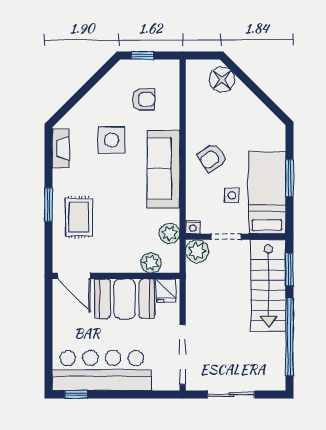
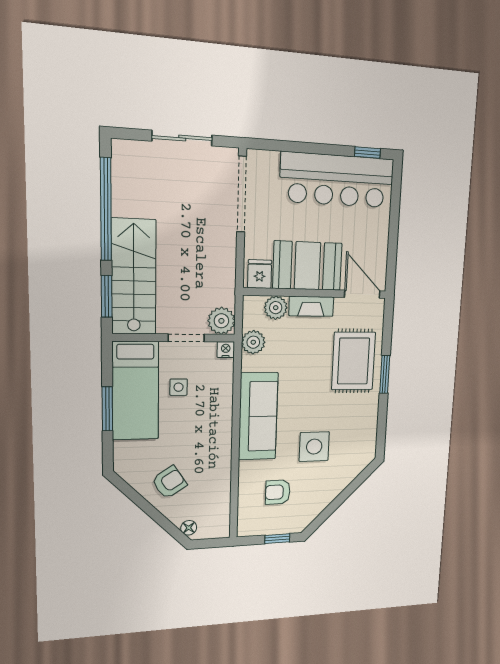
floor lamp: (222, 79) -> (189, 528), width x0.53, depth x0.53
fireplace: (61, 149) -> (311, 306), moved, turned -90
armchair: (212, 158) -> (169, 482), moved
rug: (79, 217) -> (354, 361), width x1.36, depth x1.43

